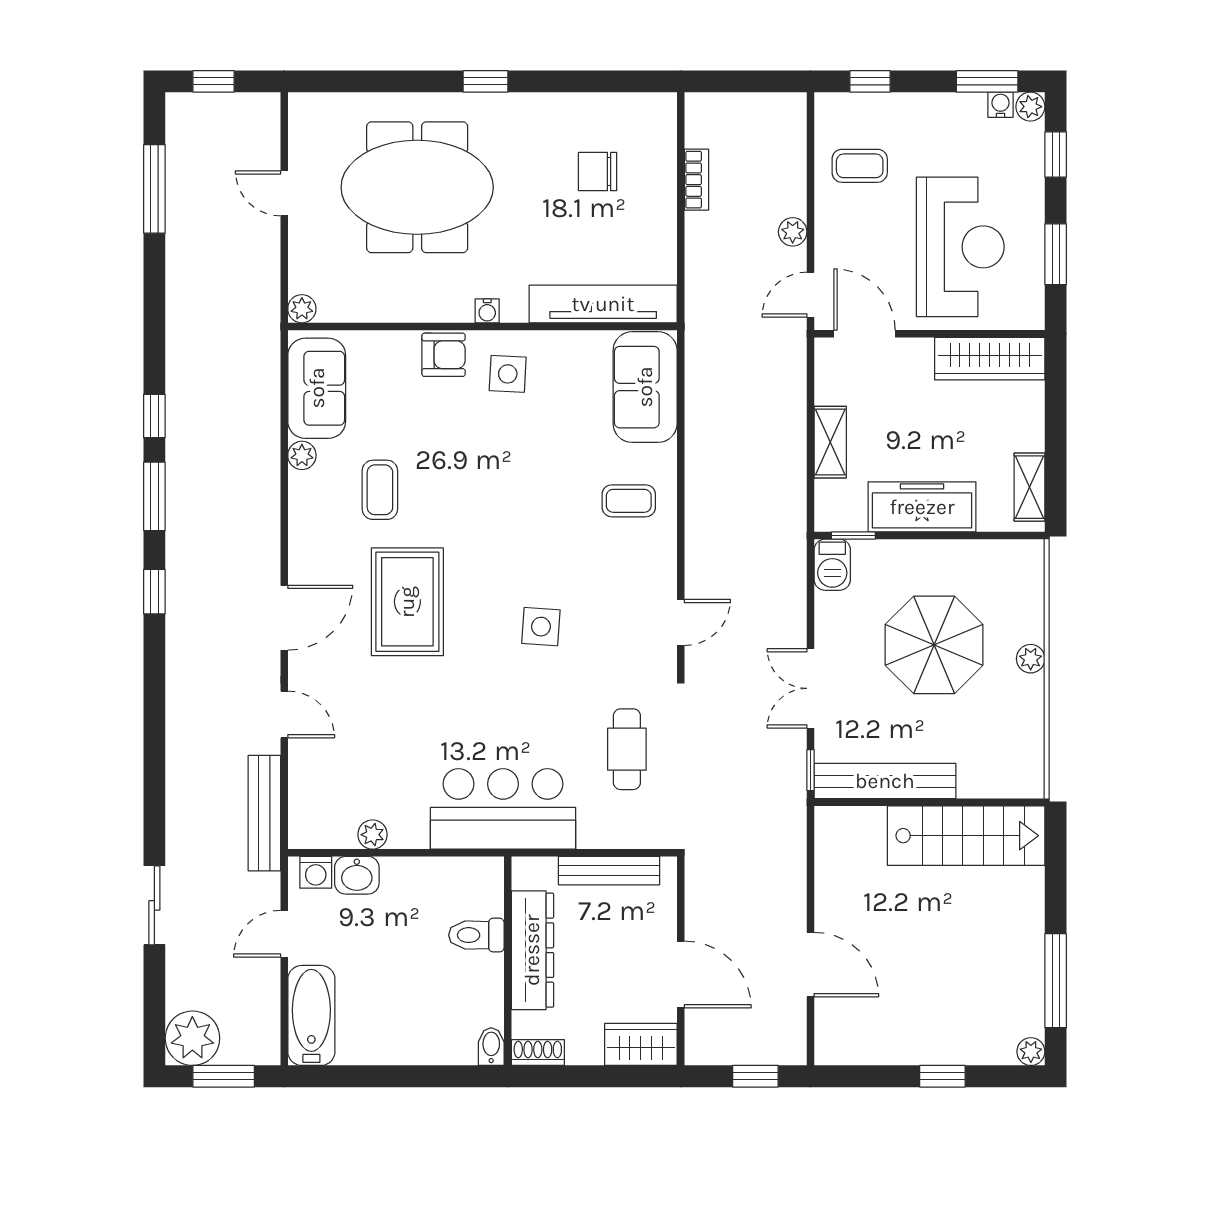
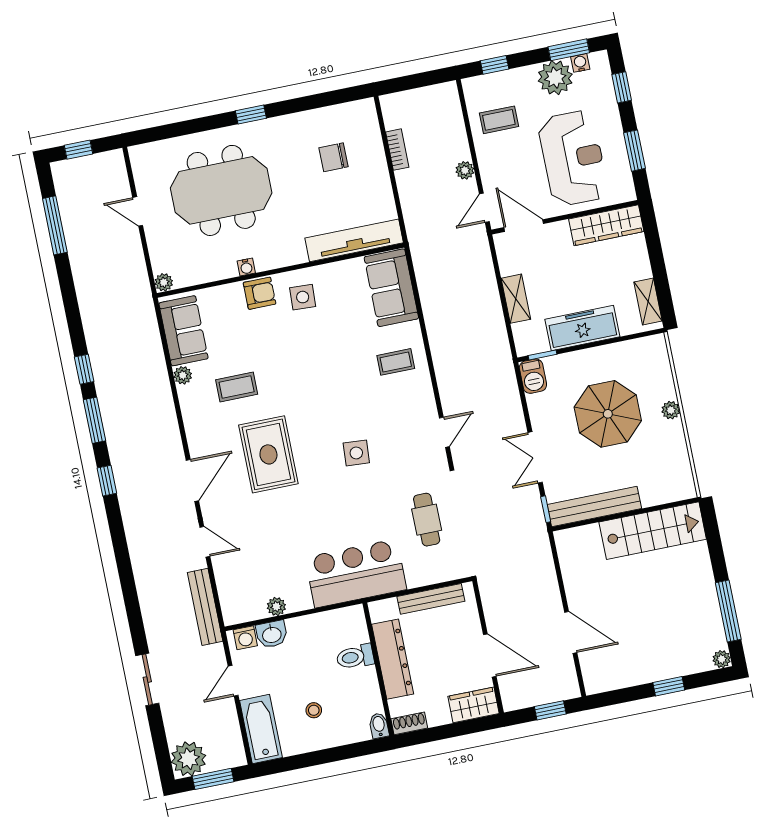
plant: (1030, 107) -> (555, 78), moved, width x1.88, depth x1.88
water cooler: (487, 311) -> (246, 267), moved
coffee table: (380, 490) -> (237, 387), turned 90
stool: (397, 1003) -> (314, 710), added

